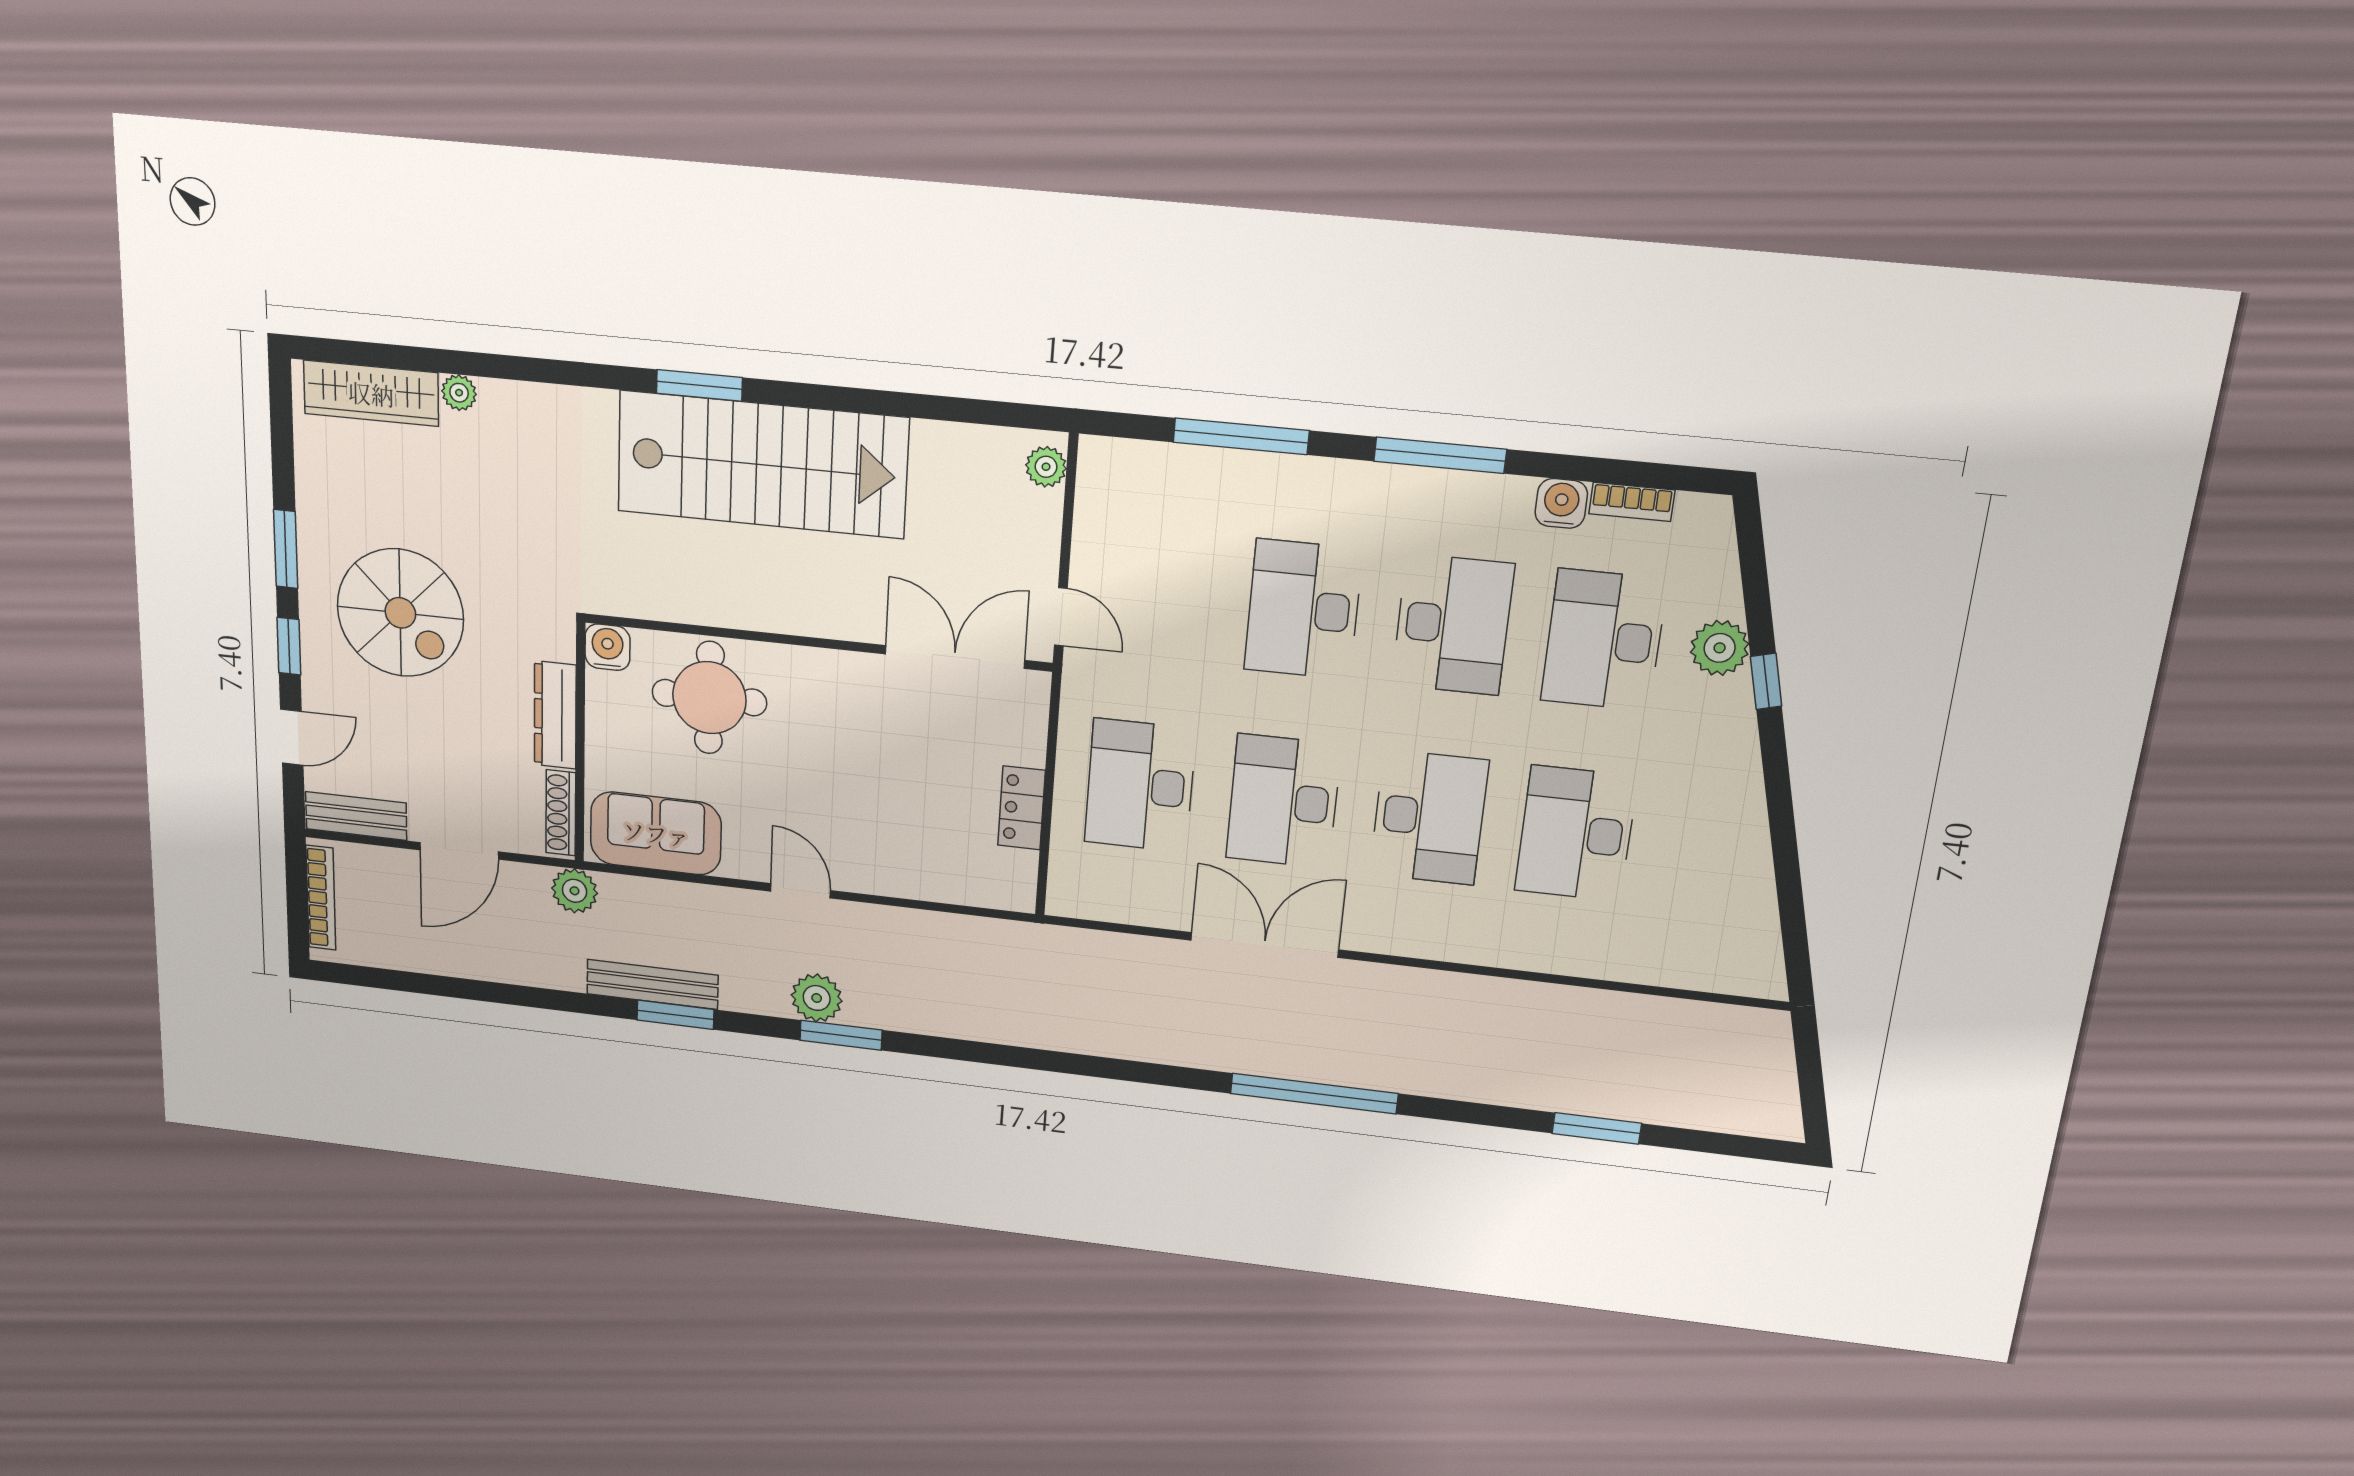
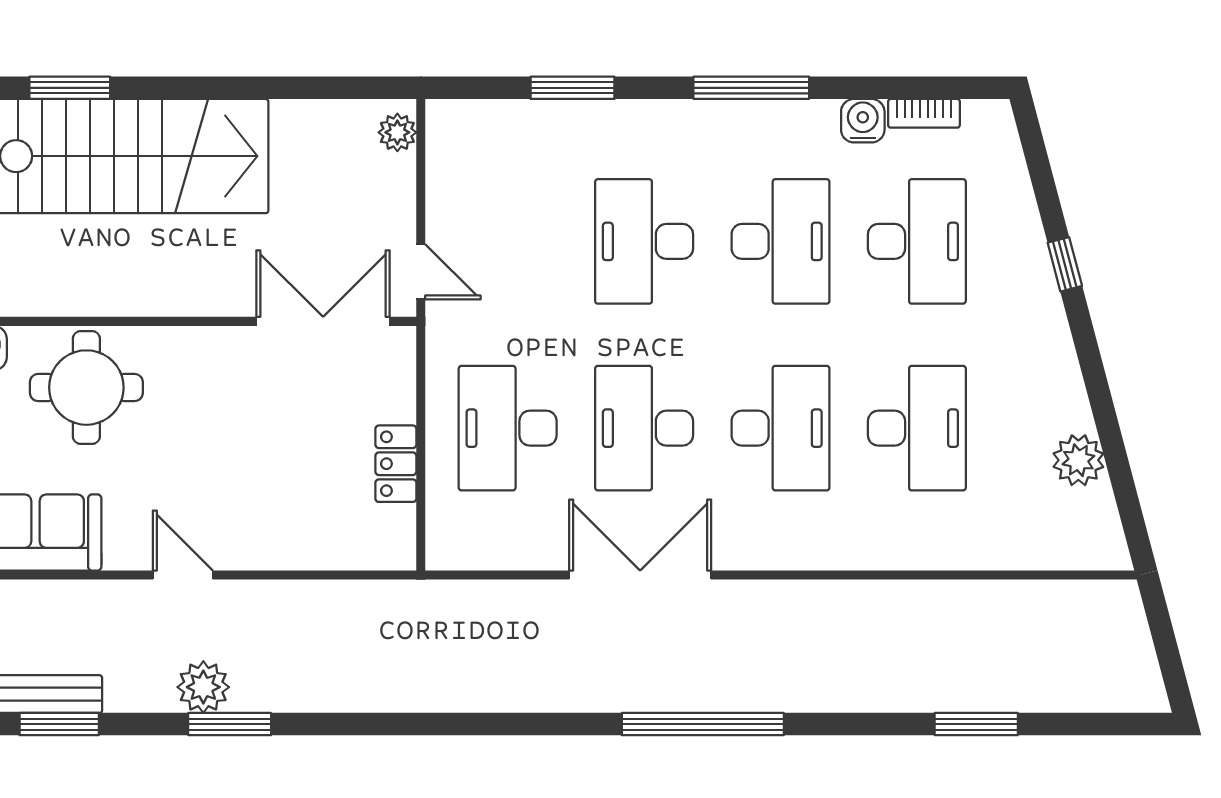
window: (1241, 436) -> (573, 88), width x0.69
desk: (1604, 640) -> (917, 241), turned 180
plant: (1720, 648) -> (1078, 460), moved
desk: (1576, 834) -> (917, 428), turned 180

